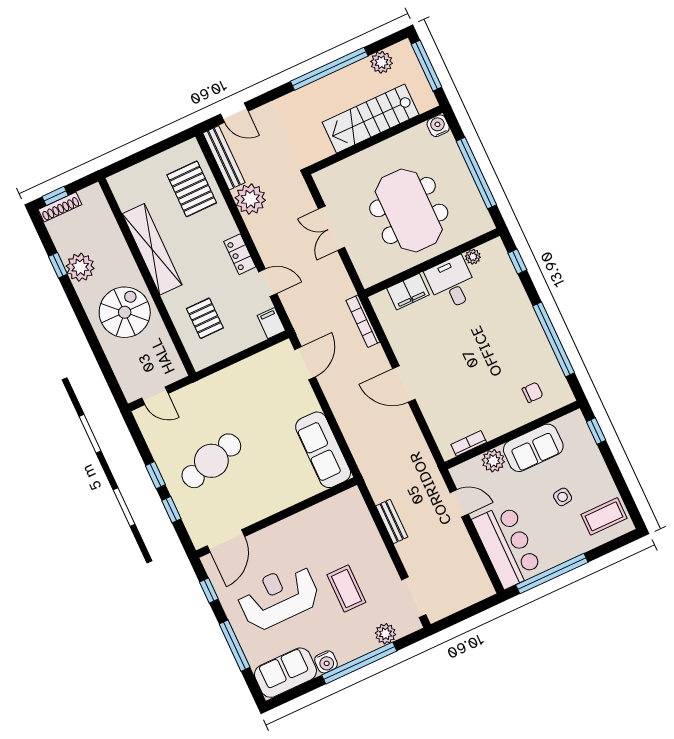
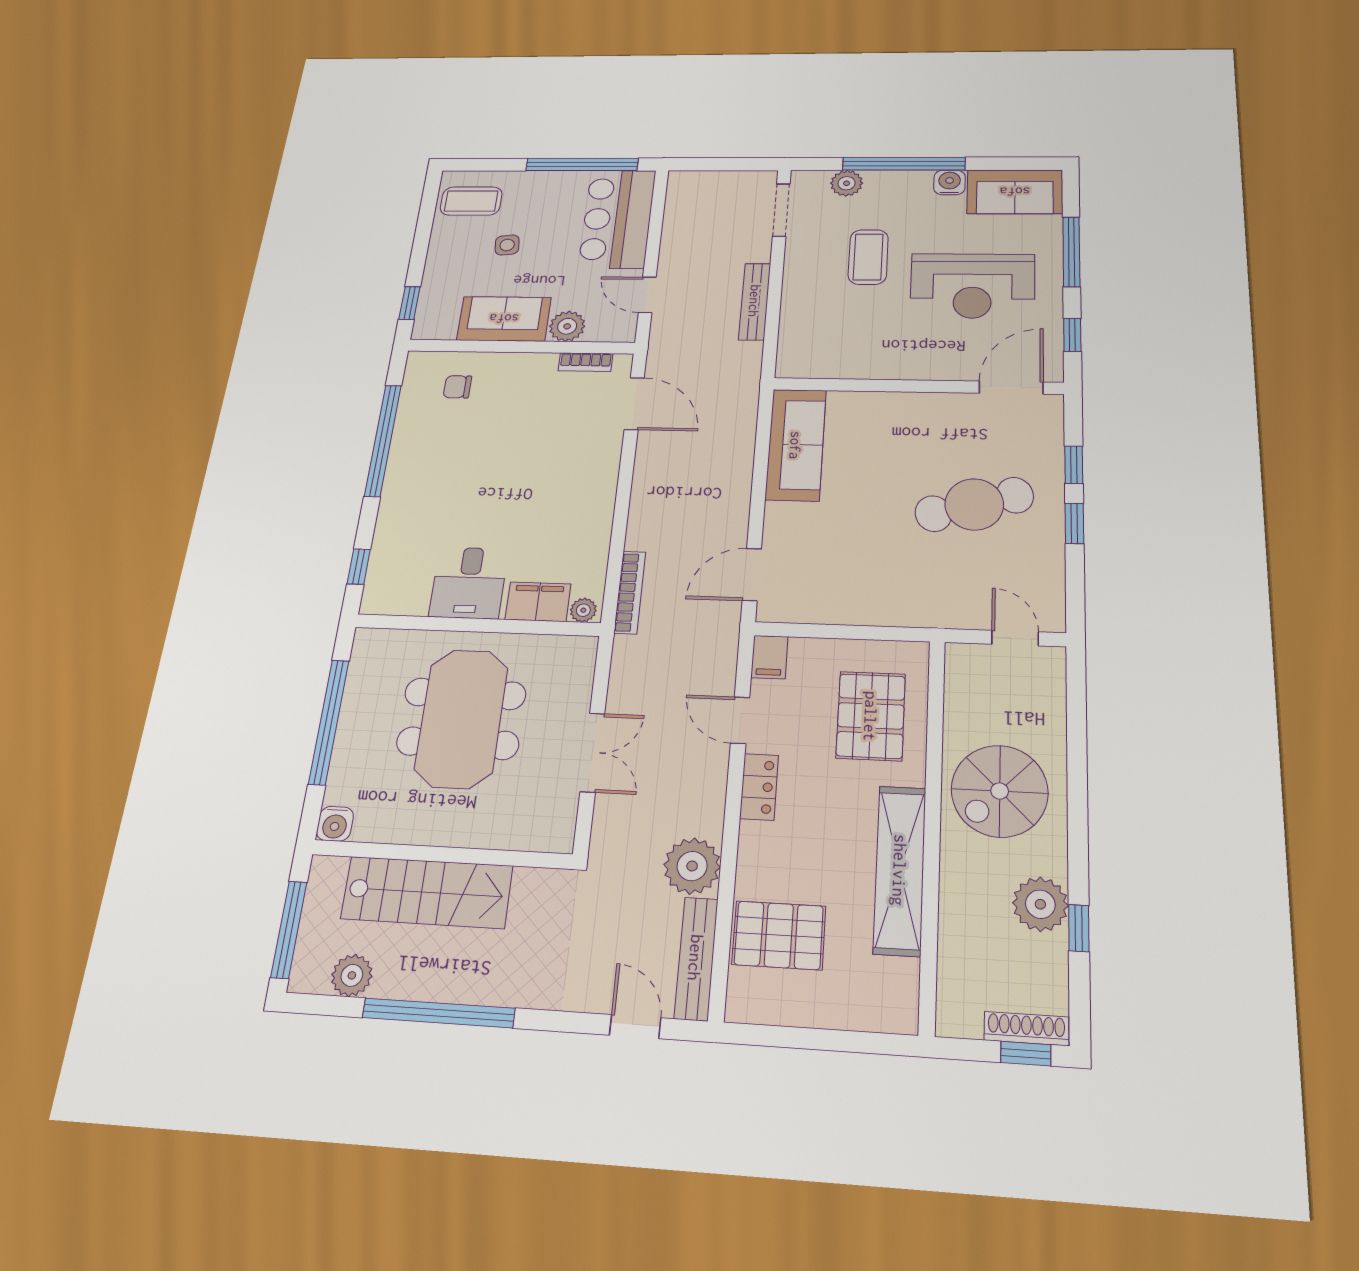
pallet: (192, 189) -> (779, 935), turned 90
plant: (473, 257) -> (583, 610), moved
pallet: (205, 318) -> (871, 716), width x1.50, depth x1.42
door: (404, 384) -> (634, 404), moved
bench: (392, 521) -> (755, 301), width x1.36

